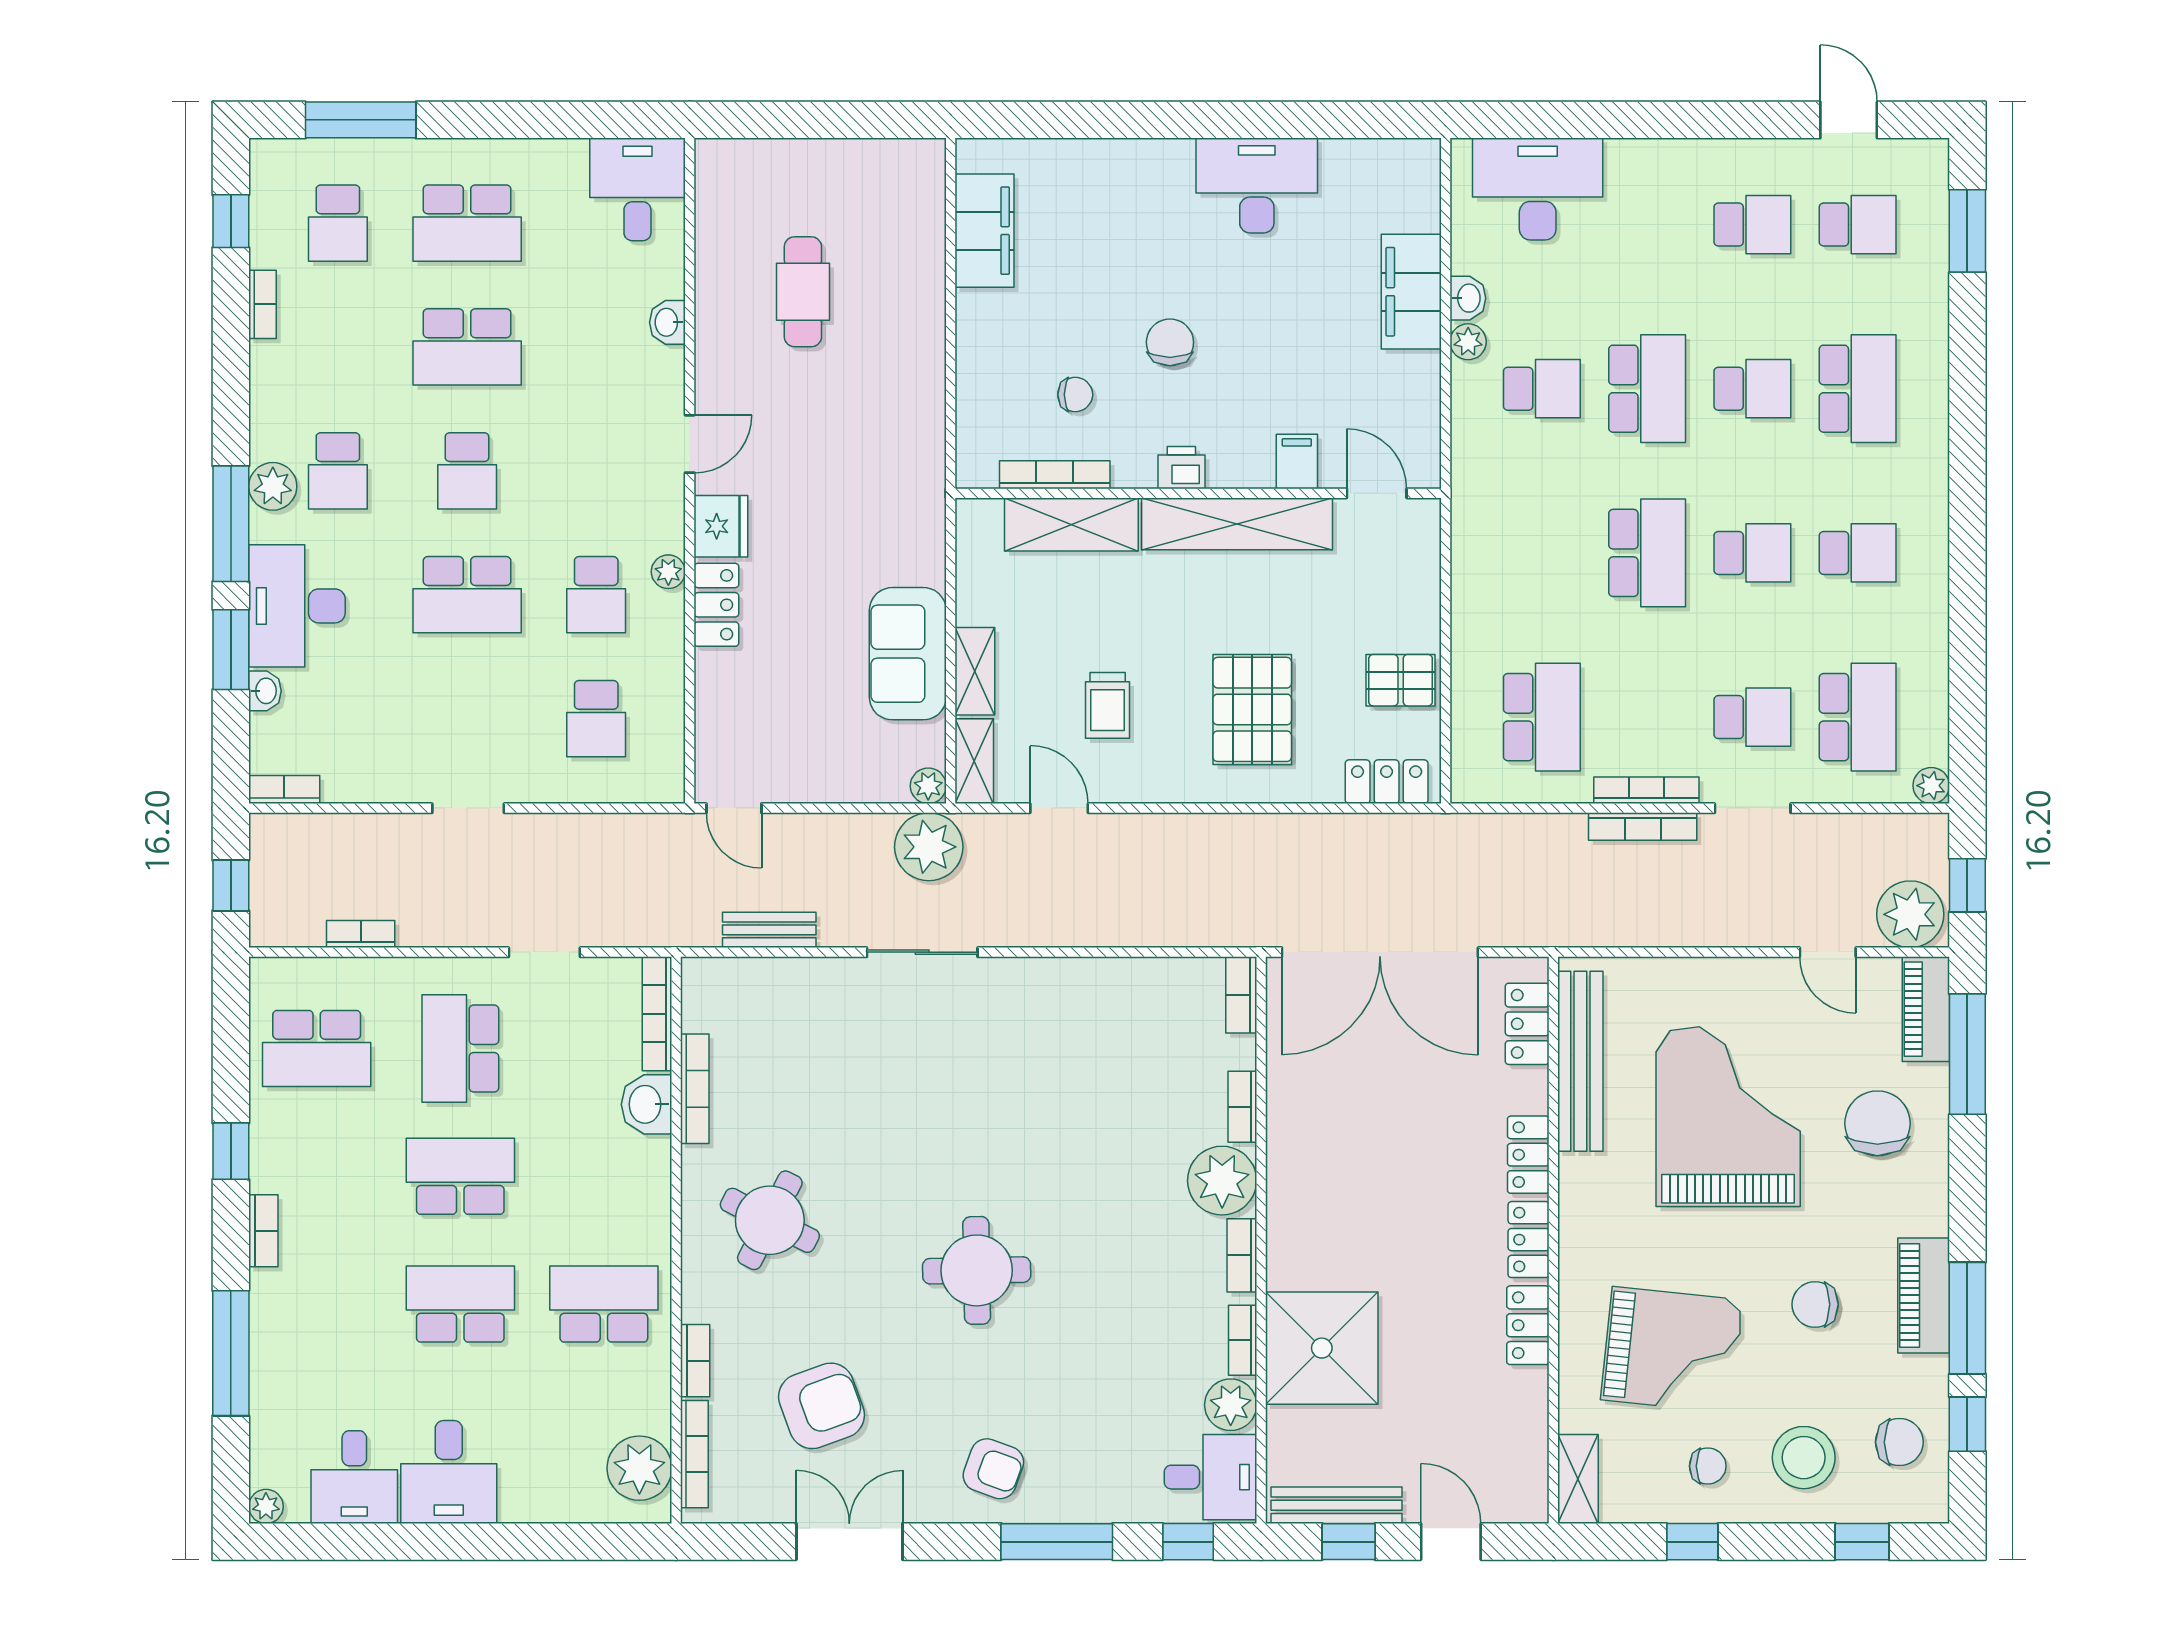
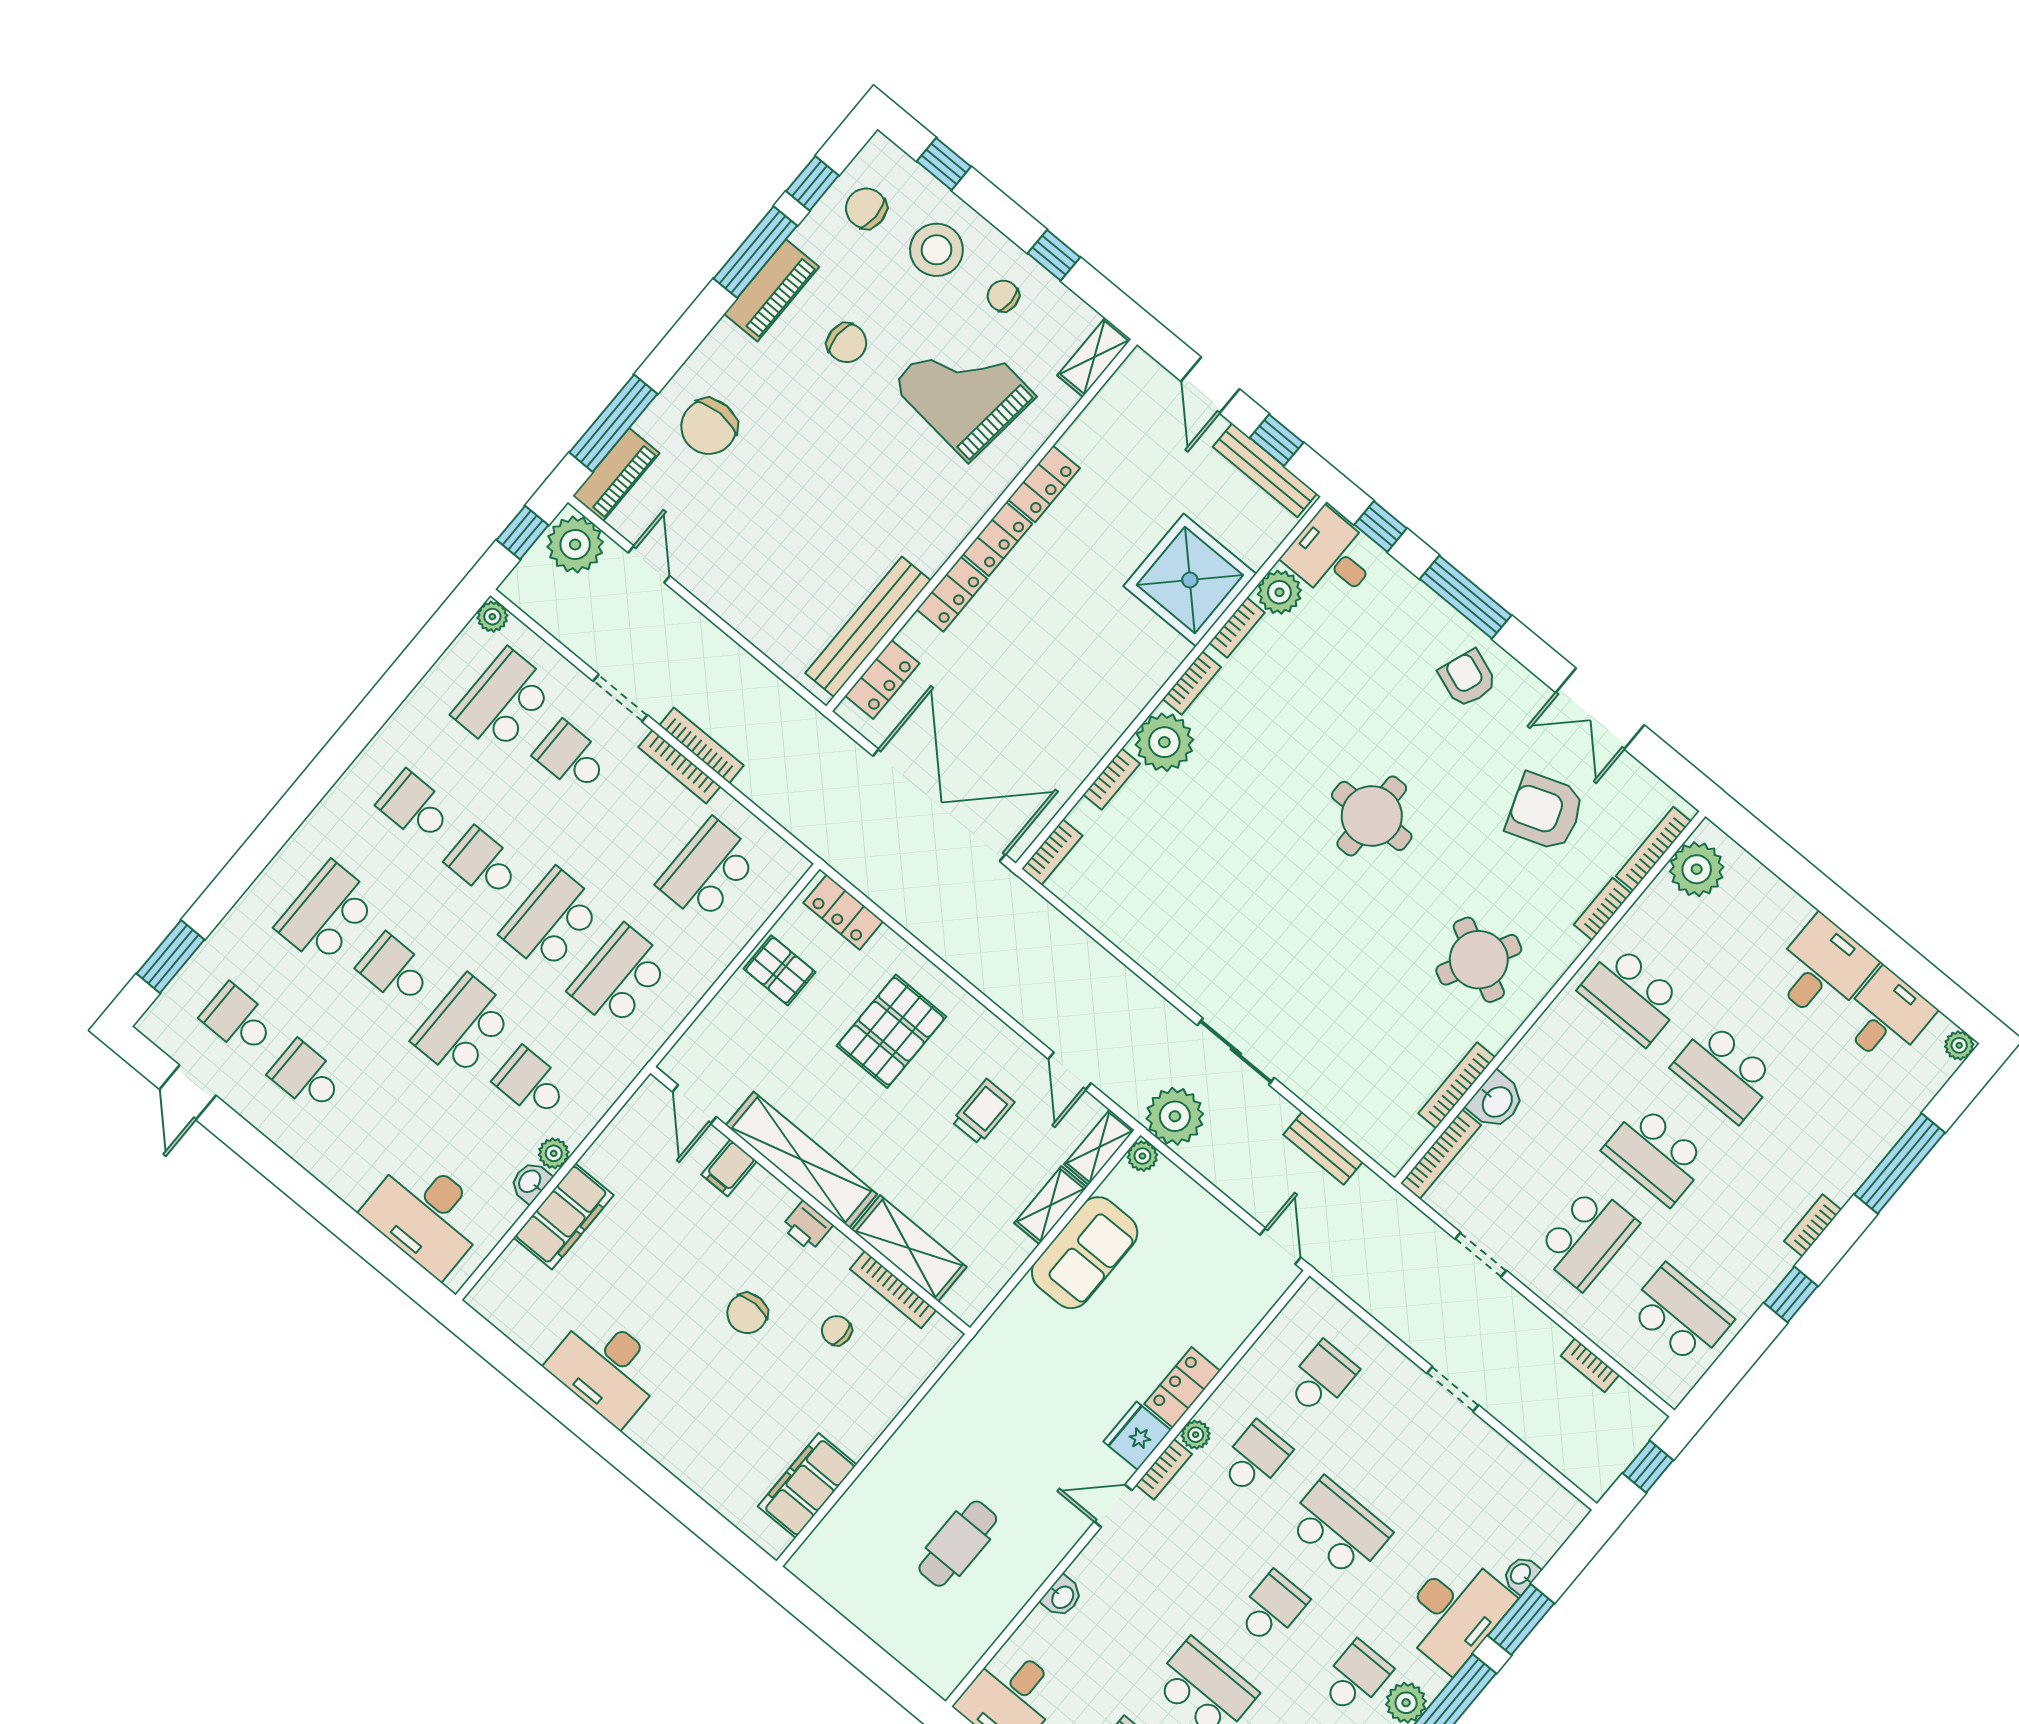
school desk: (1542, 553) -> (620, 977), added
bookcase: (284, 790) -> (1164, 1469), moved, turned -90
grand piano: (1728, 1117) -> (802, 511), removed

